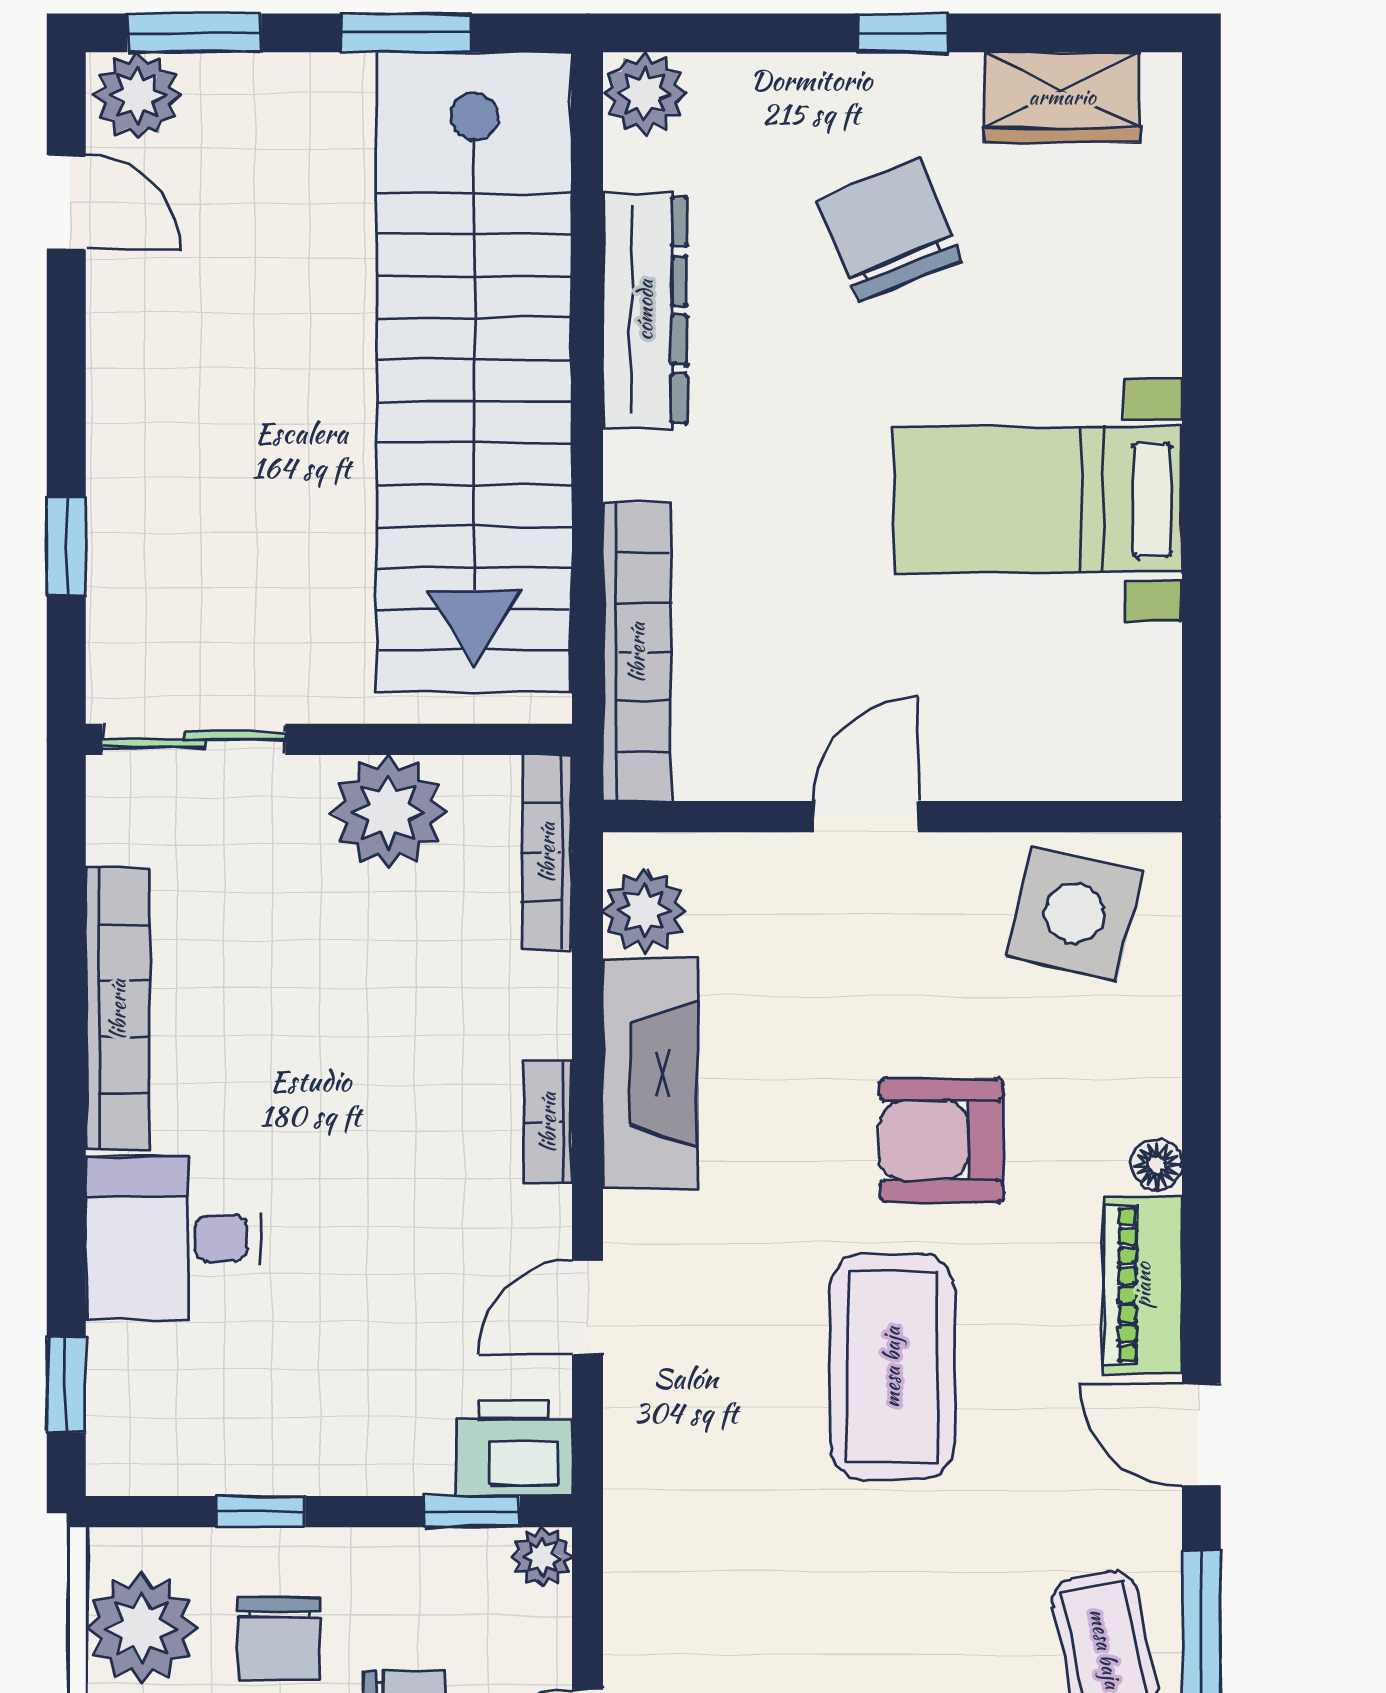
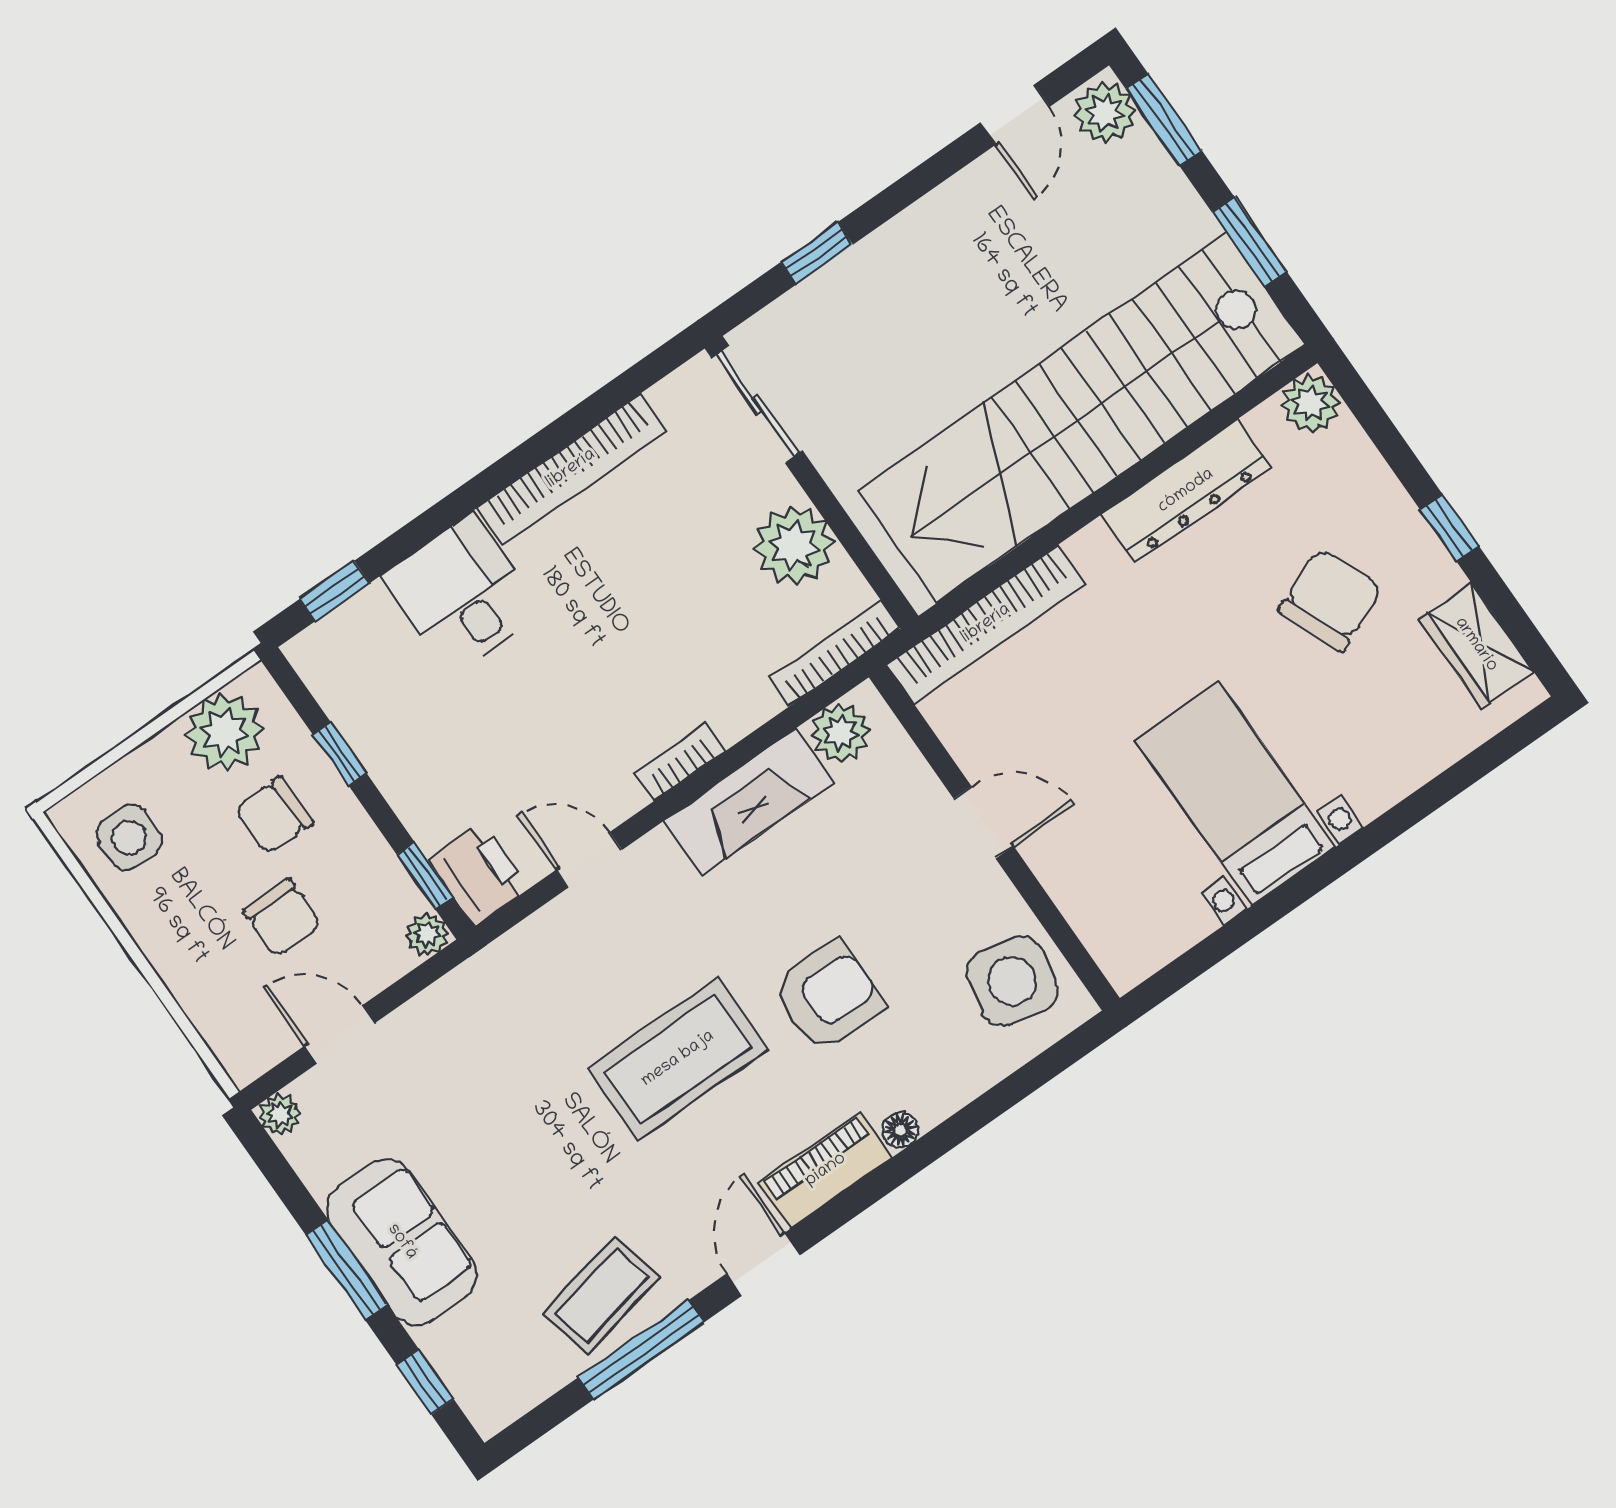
armchair: (941, 1140) -> (828, 996), turned 90

